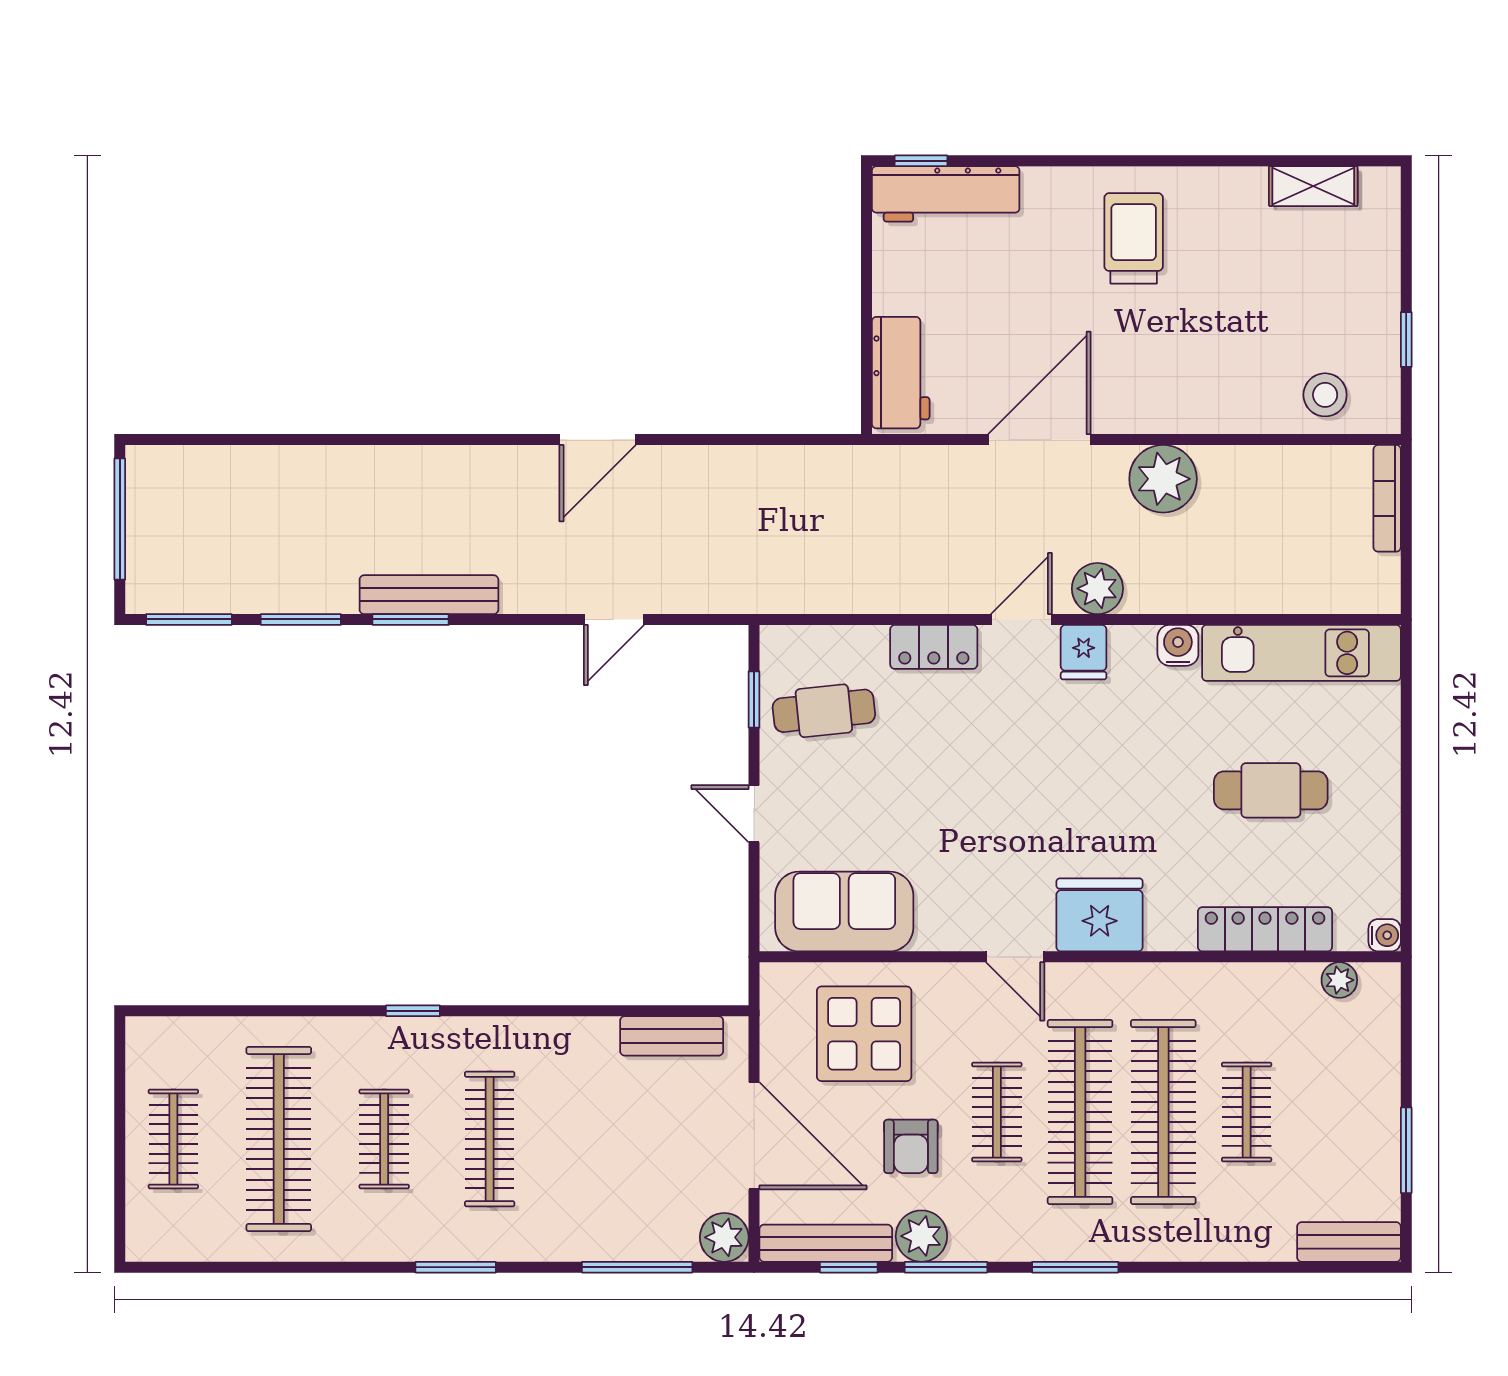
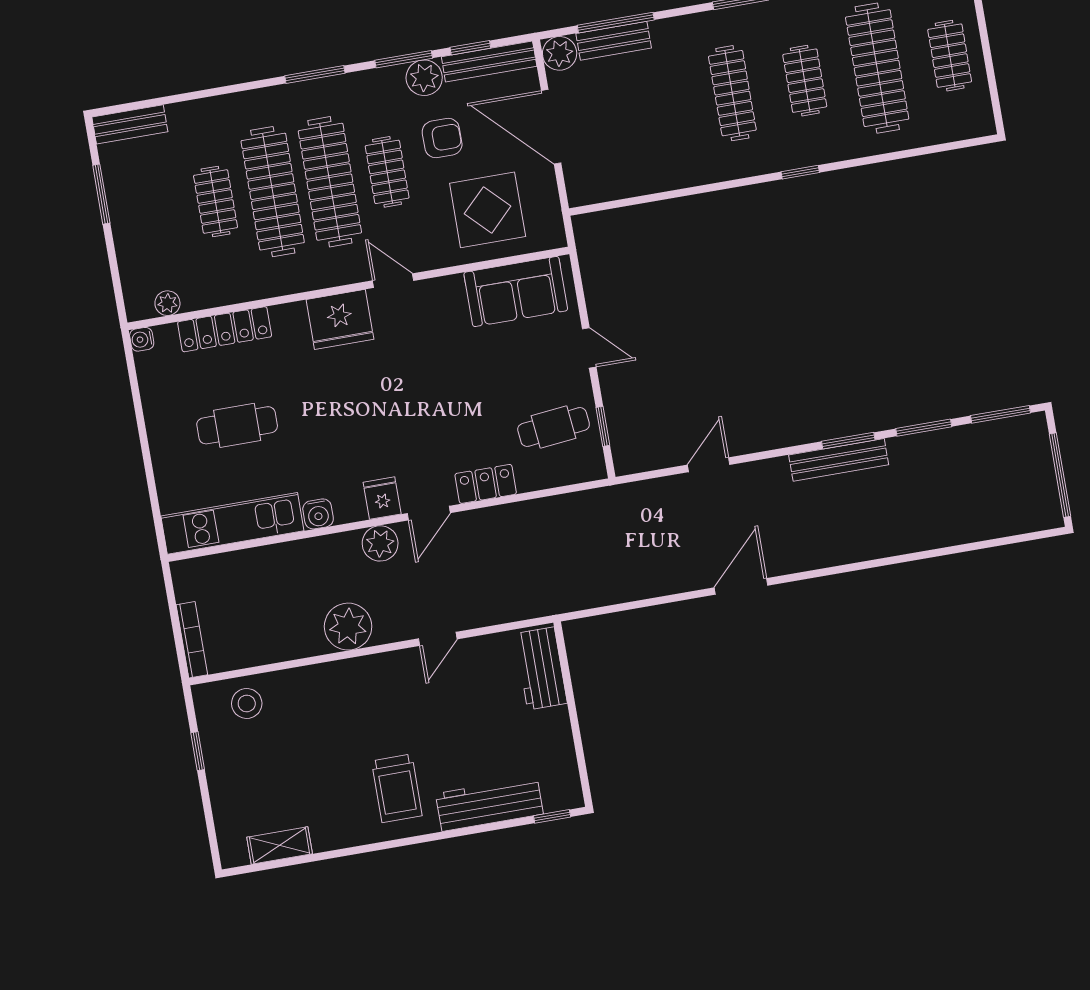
workbench: (946, 194) -> (489, 804), moved
door: (1039, 440) -> (438, 639), width x0.53
bench: (672, 1036) -> (614, 41), moved
armchair: (911, 1146) -> (442, 138), turned 90

